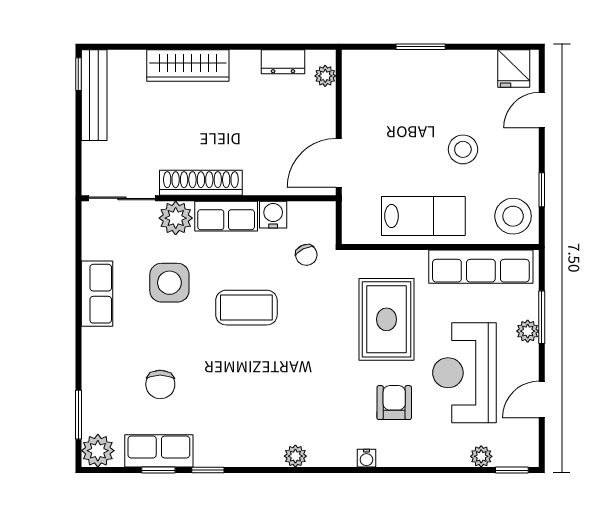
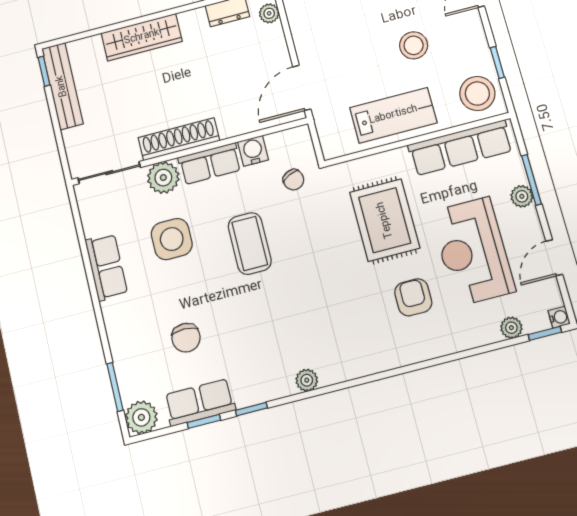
coffee table: (246, 308) -> (250, 244), turned 90
plant: (295, 456) -> (307, 380), moved
water cooler: (366, 458) -> (559, 317), moved, turned -90

